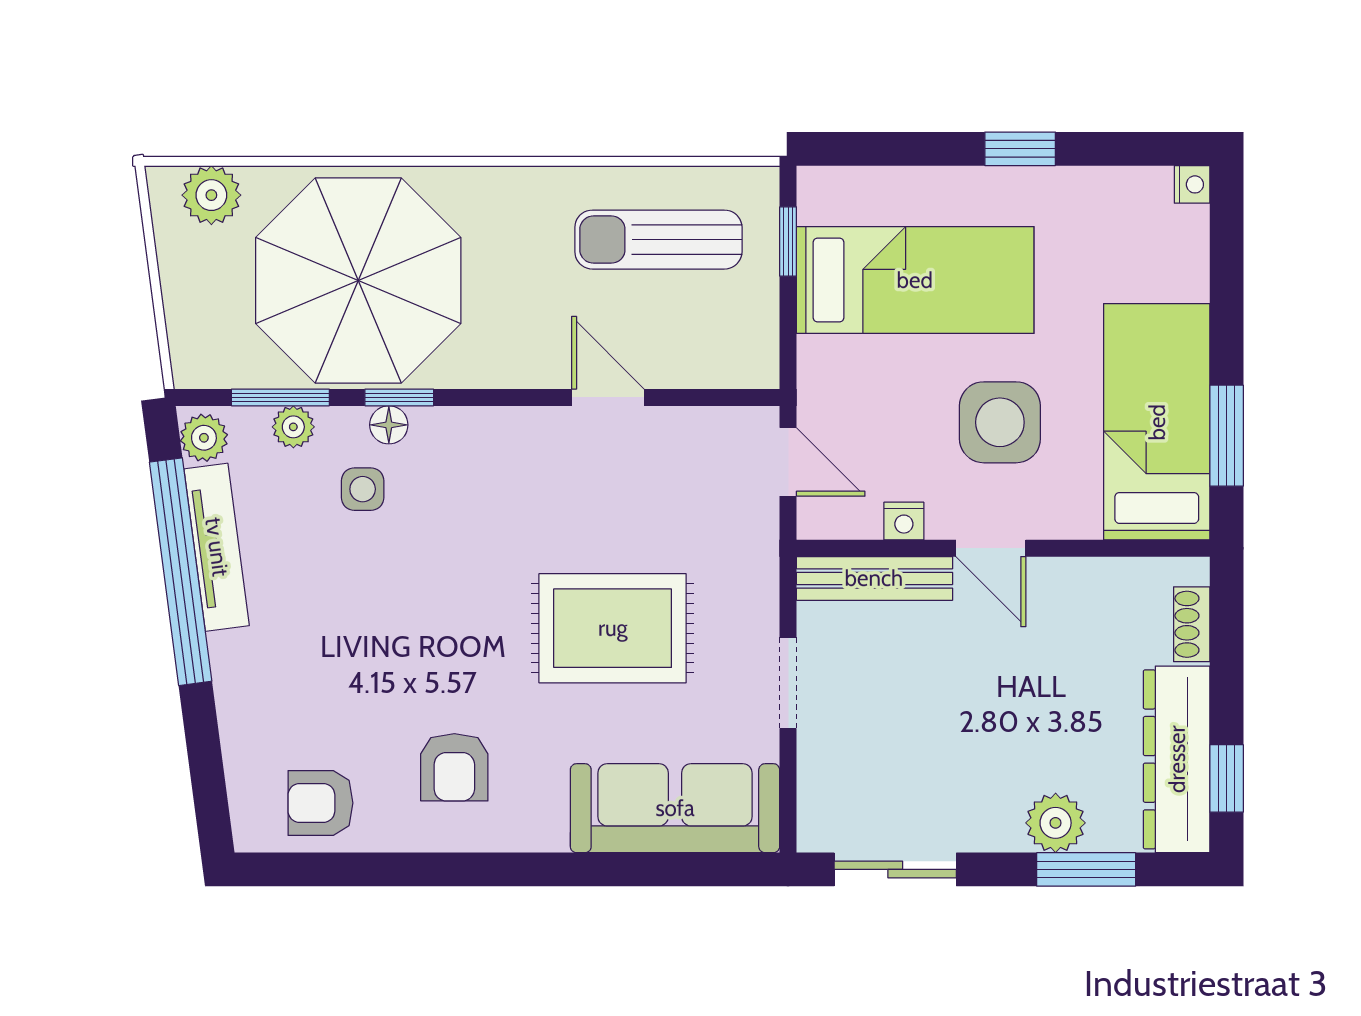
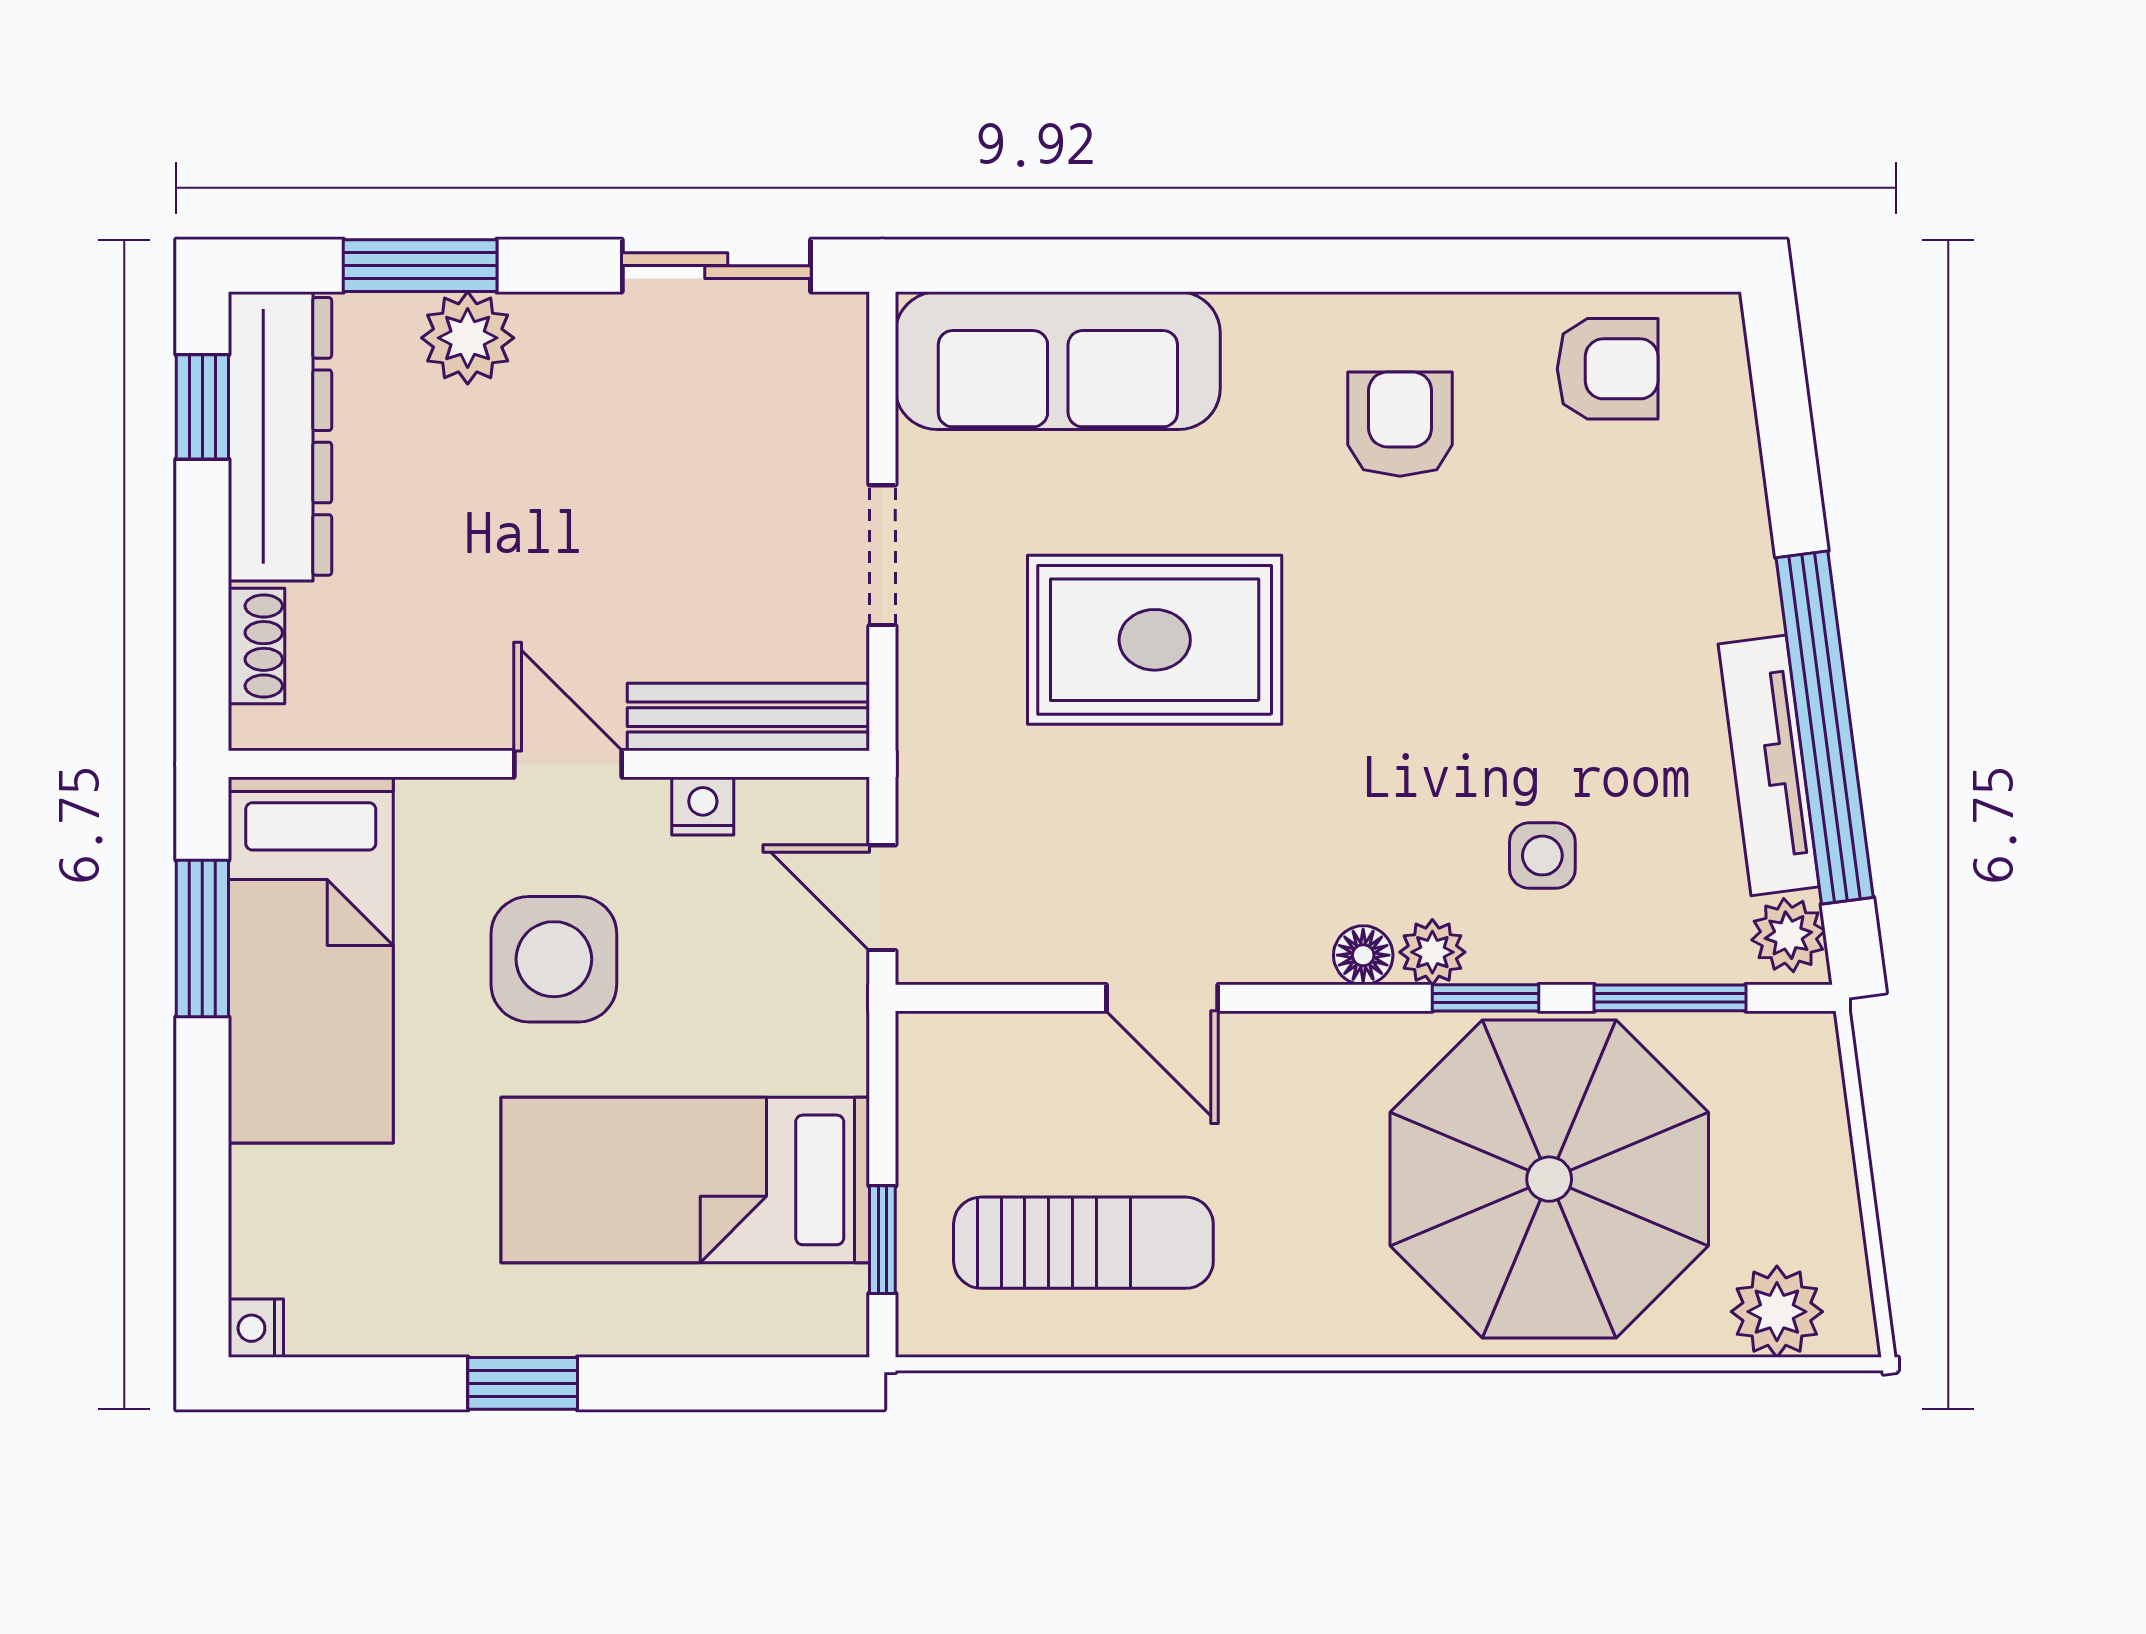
floor lamp: (389, 425) -> (1363, 955), moved
plant: (293, 427) -> (1432, 952), moved

